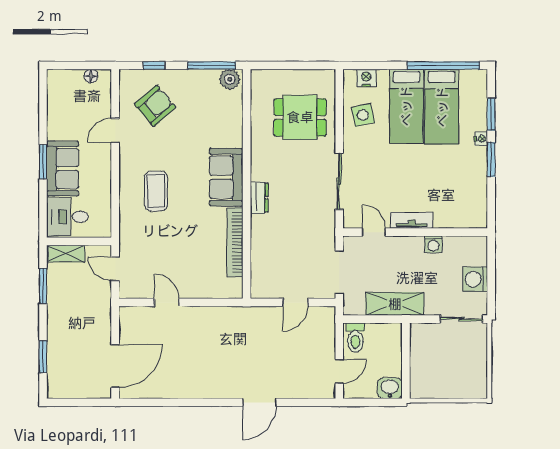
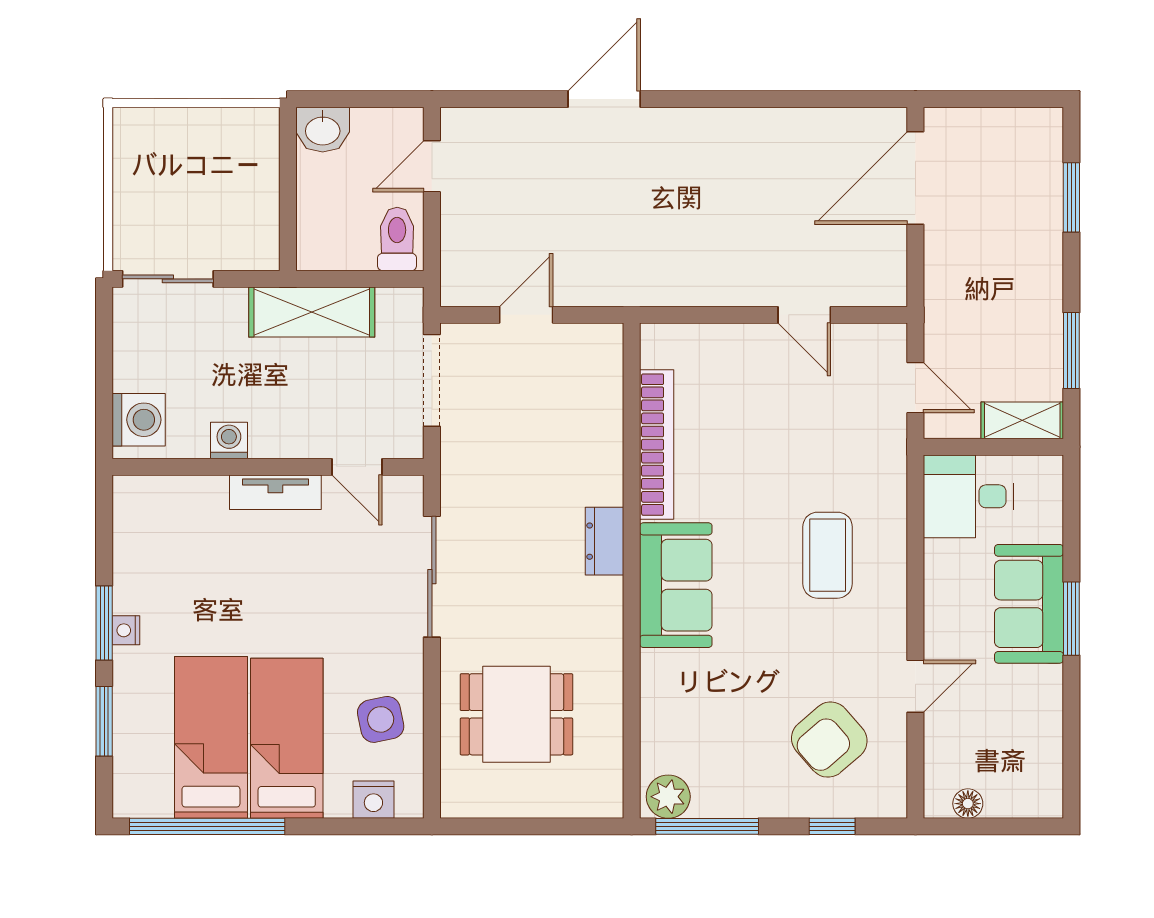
nightstand: (481, 139) -> (126, 630), moved
desk: (67, 217) -> (968, 496), moved, turned 180
washing machine: (475, 279) -> (139, 420), moved

